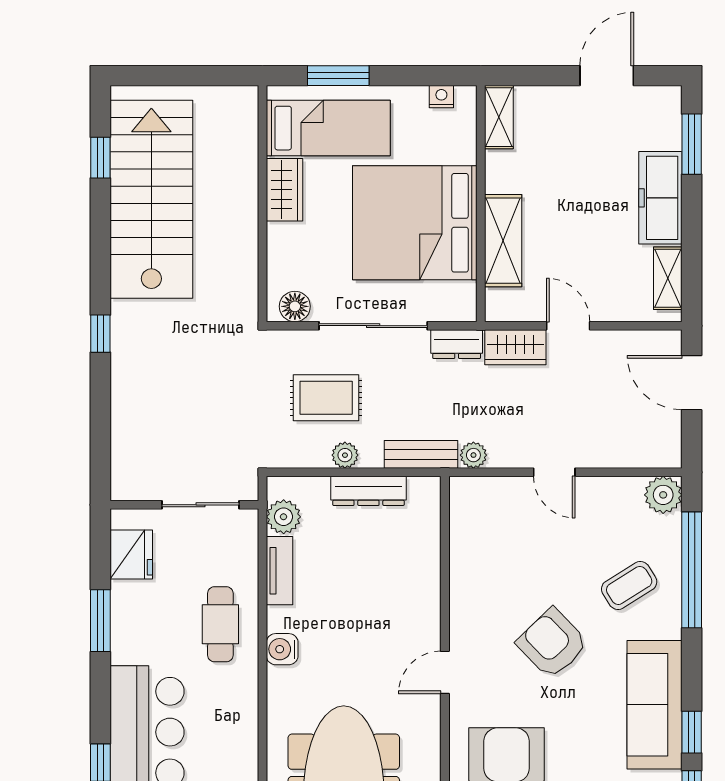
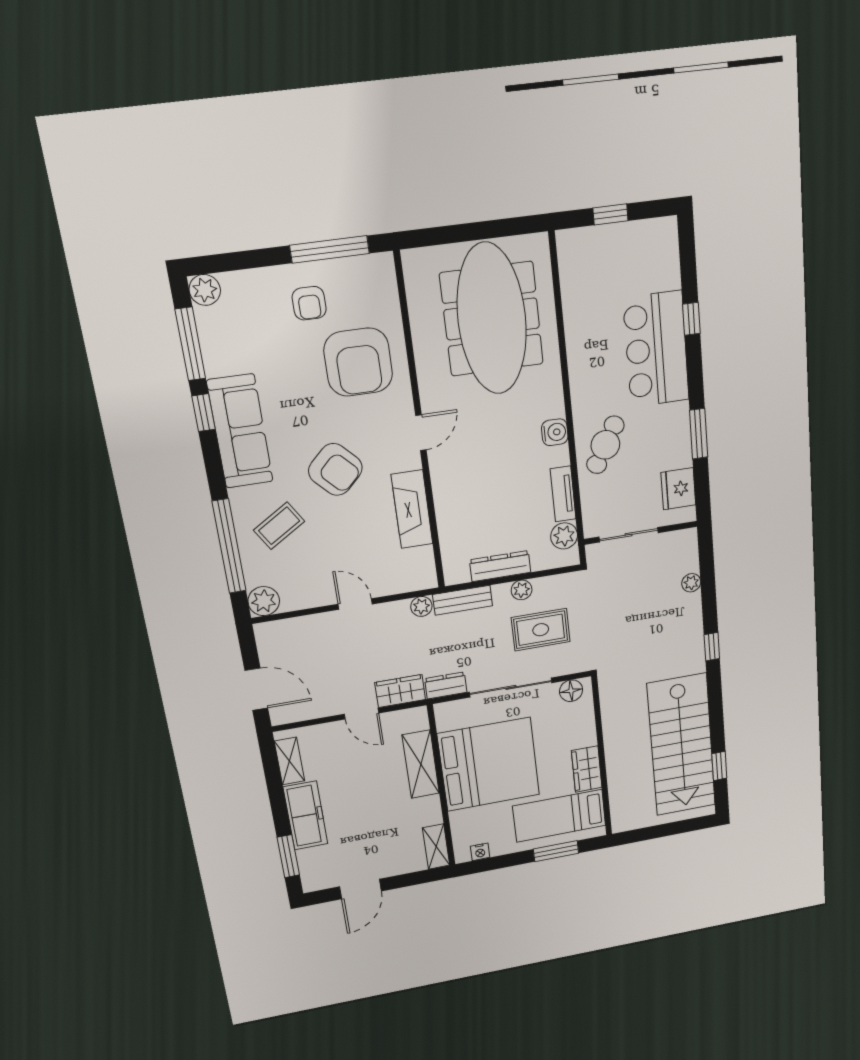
plant: (123, 427) -> (691, 583), added
fireplace: (468, 581) -> (412, 509), added
cafe table: (220, 624) -> (605, 445), turned 30

